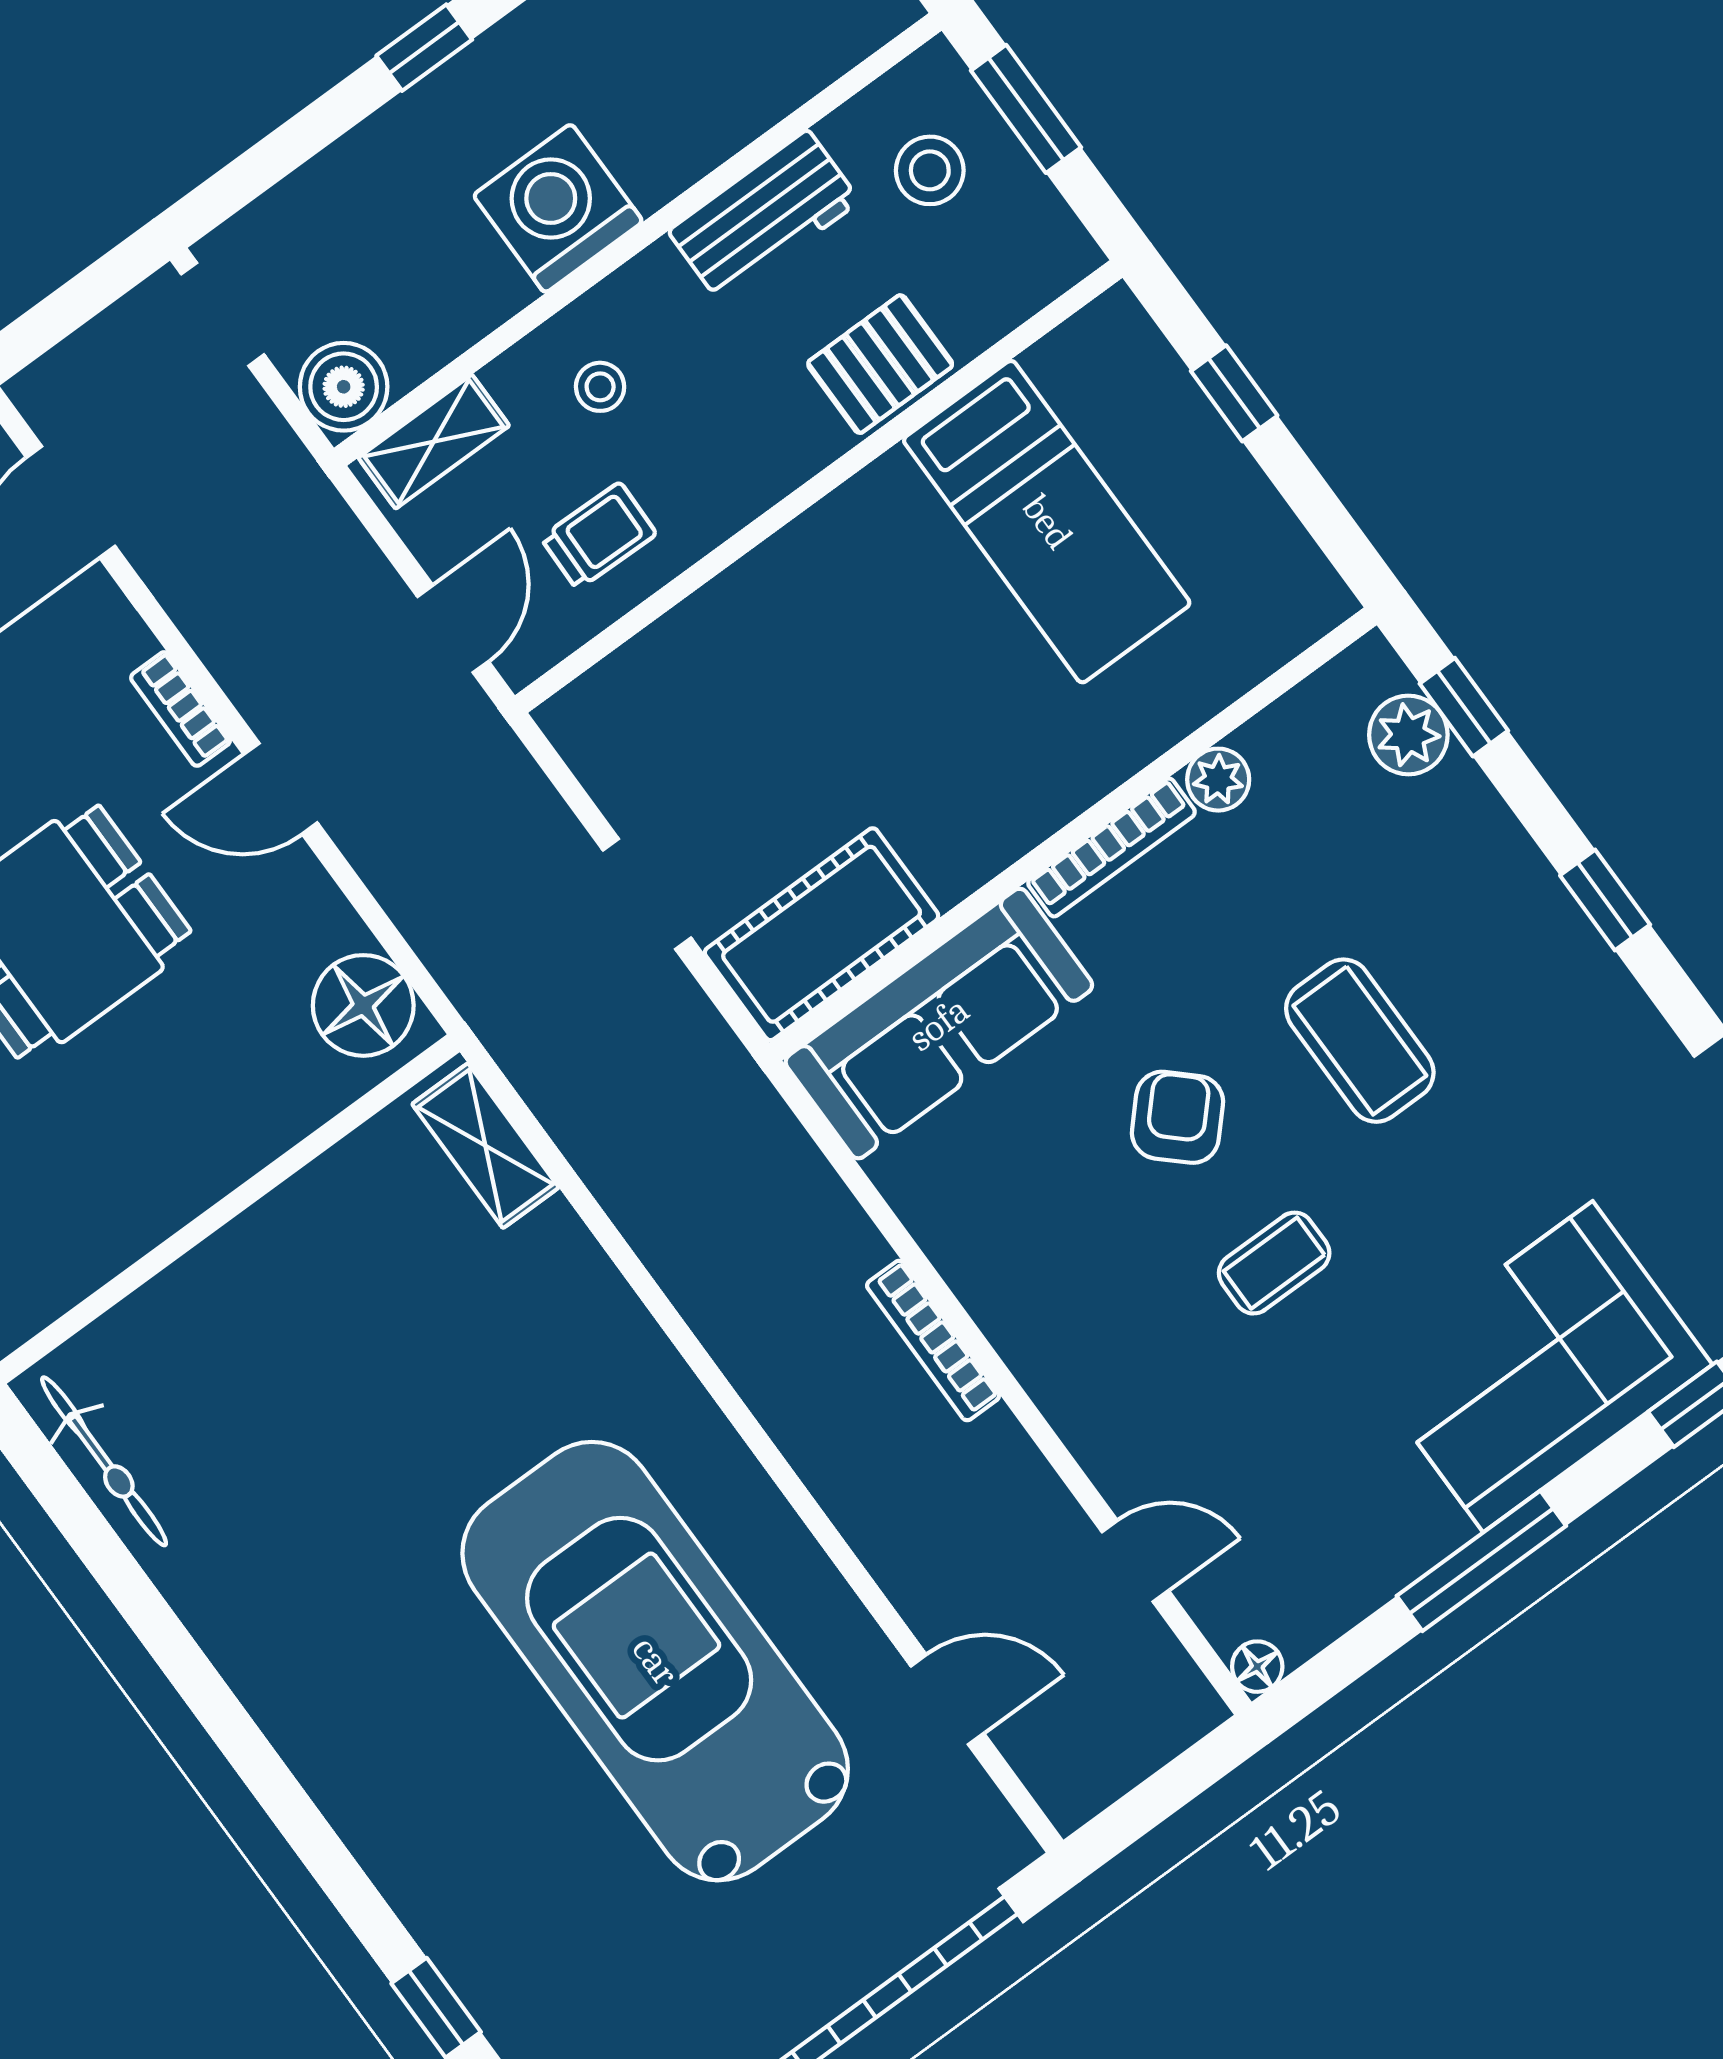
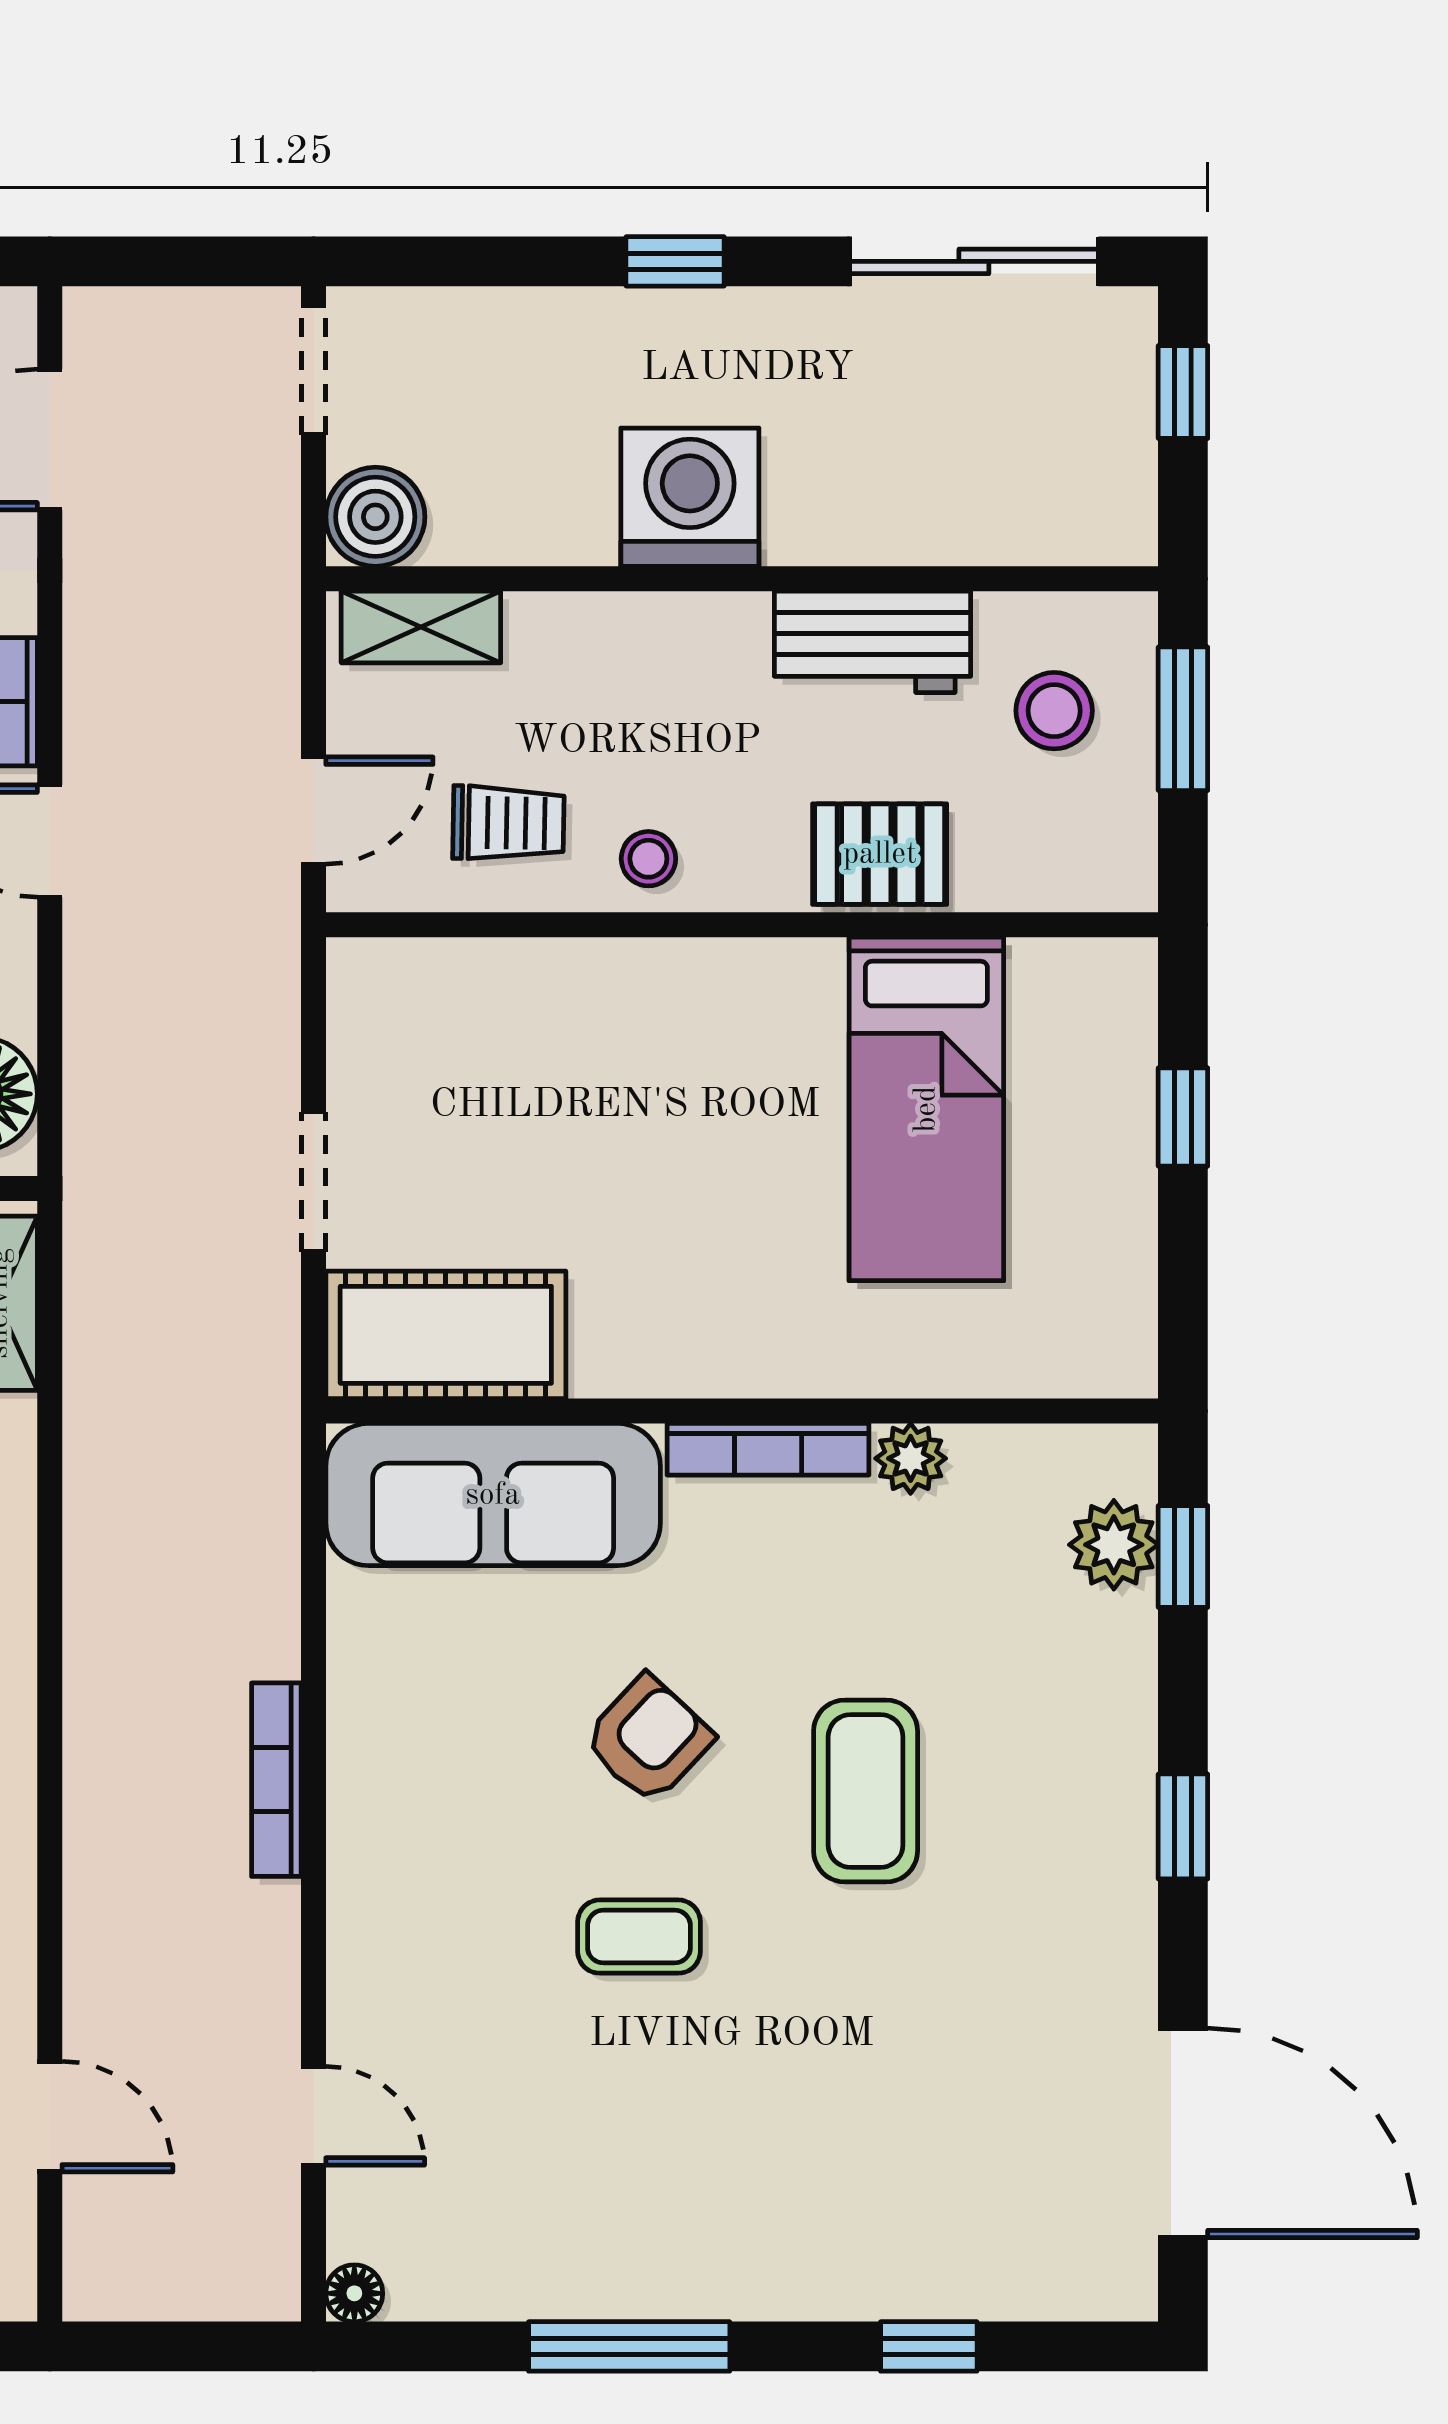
stool: (600, 387) -> (648, 859), moved
corner sofa: (1538, 1367) -> (810, 2207), removed

